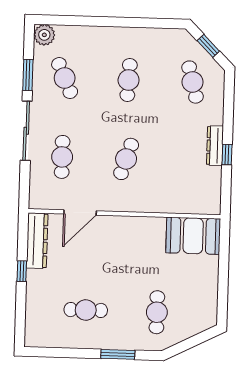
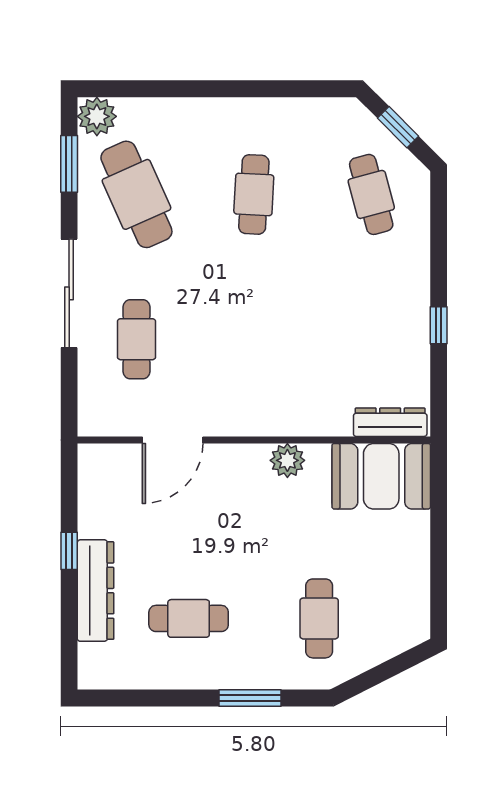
window: (28, 75) -> (69, 164), moved
cafe table: (65, 78) -> (136, 194), width x1.37, depth x1.35
dresser: (215, 146) -> (390, 422), moved, turned 90
cafe table: (126, 159) -> (254, 339), removed
plant: (142, 226) -> (287, 460), added
dresser: (37, 241) -> (96, 591), moved

